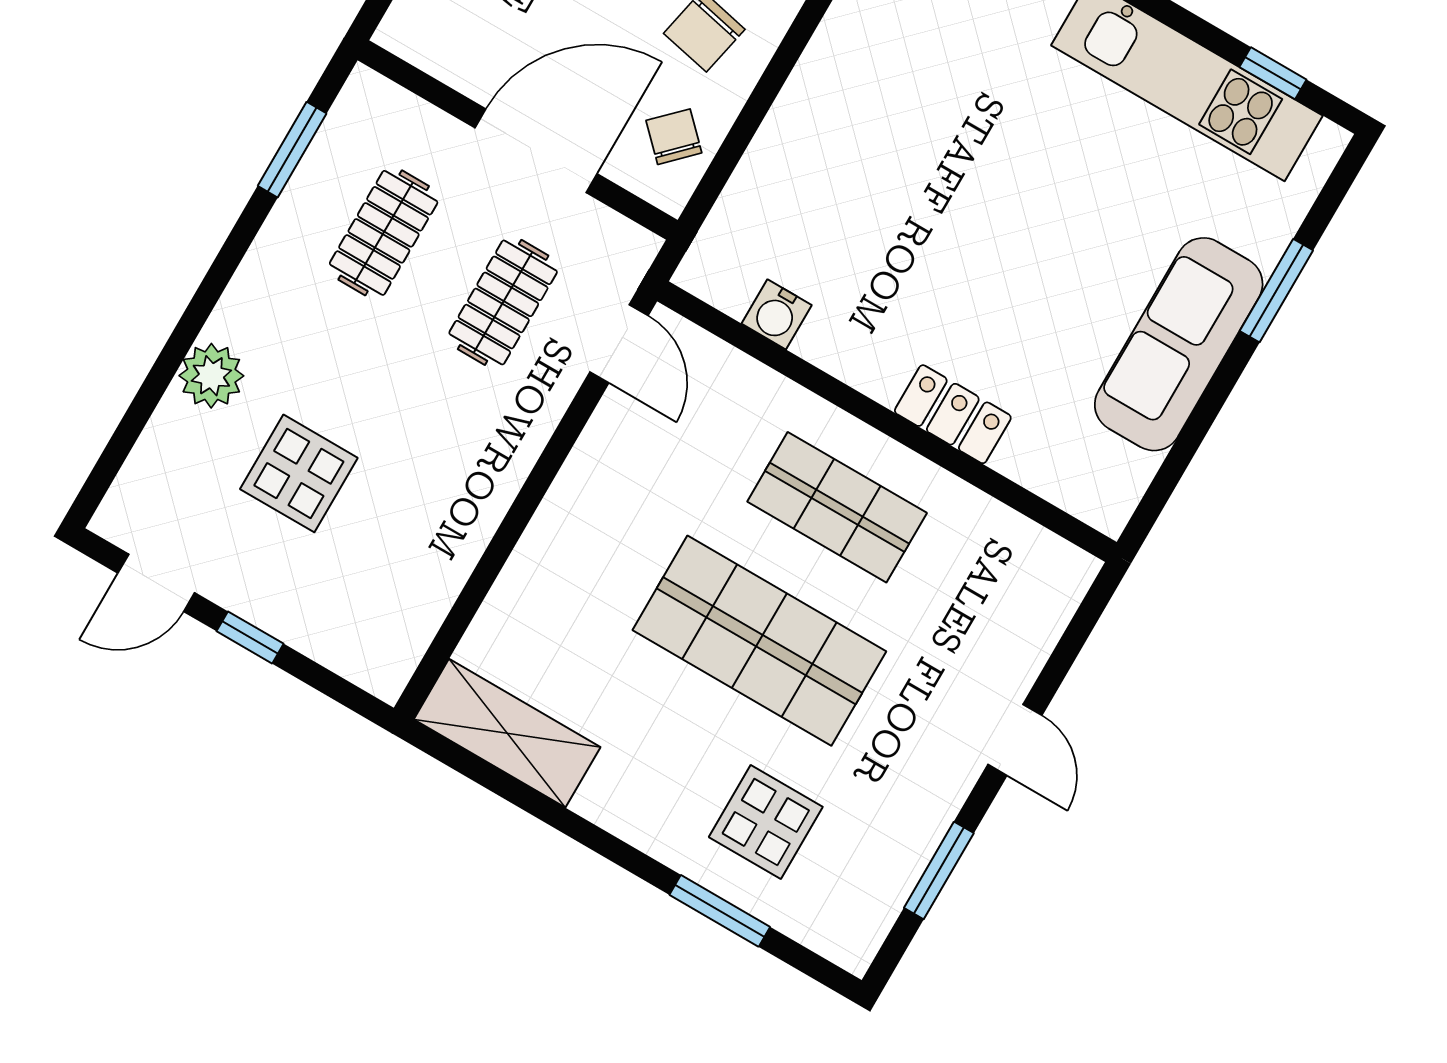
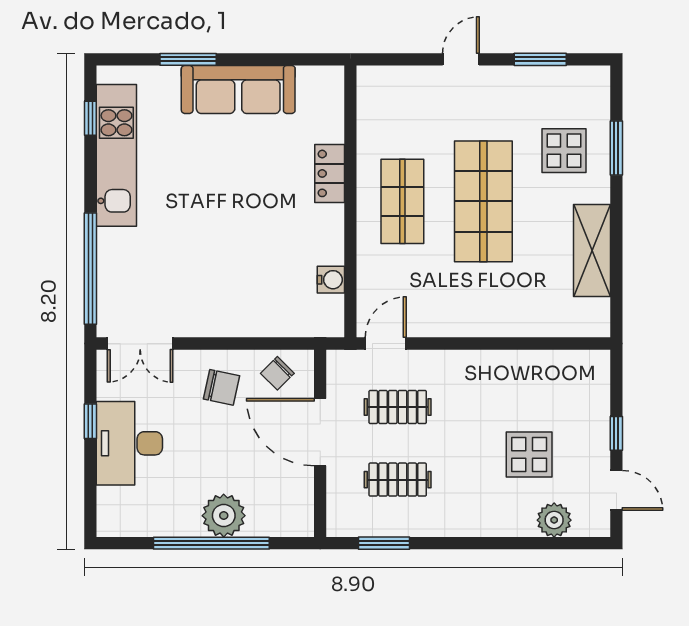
plant: (211, 376) -> (554, 520), moved
shelving: (507, 733) -> (592, 251), moved

